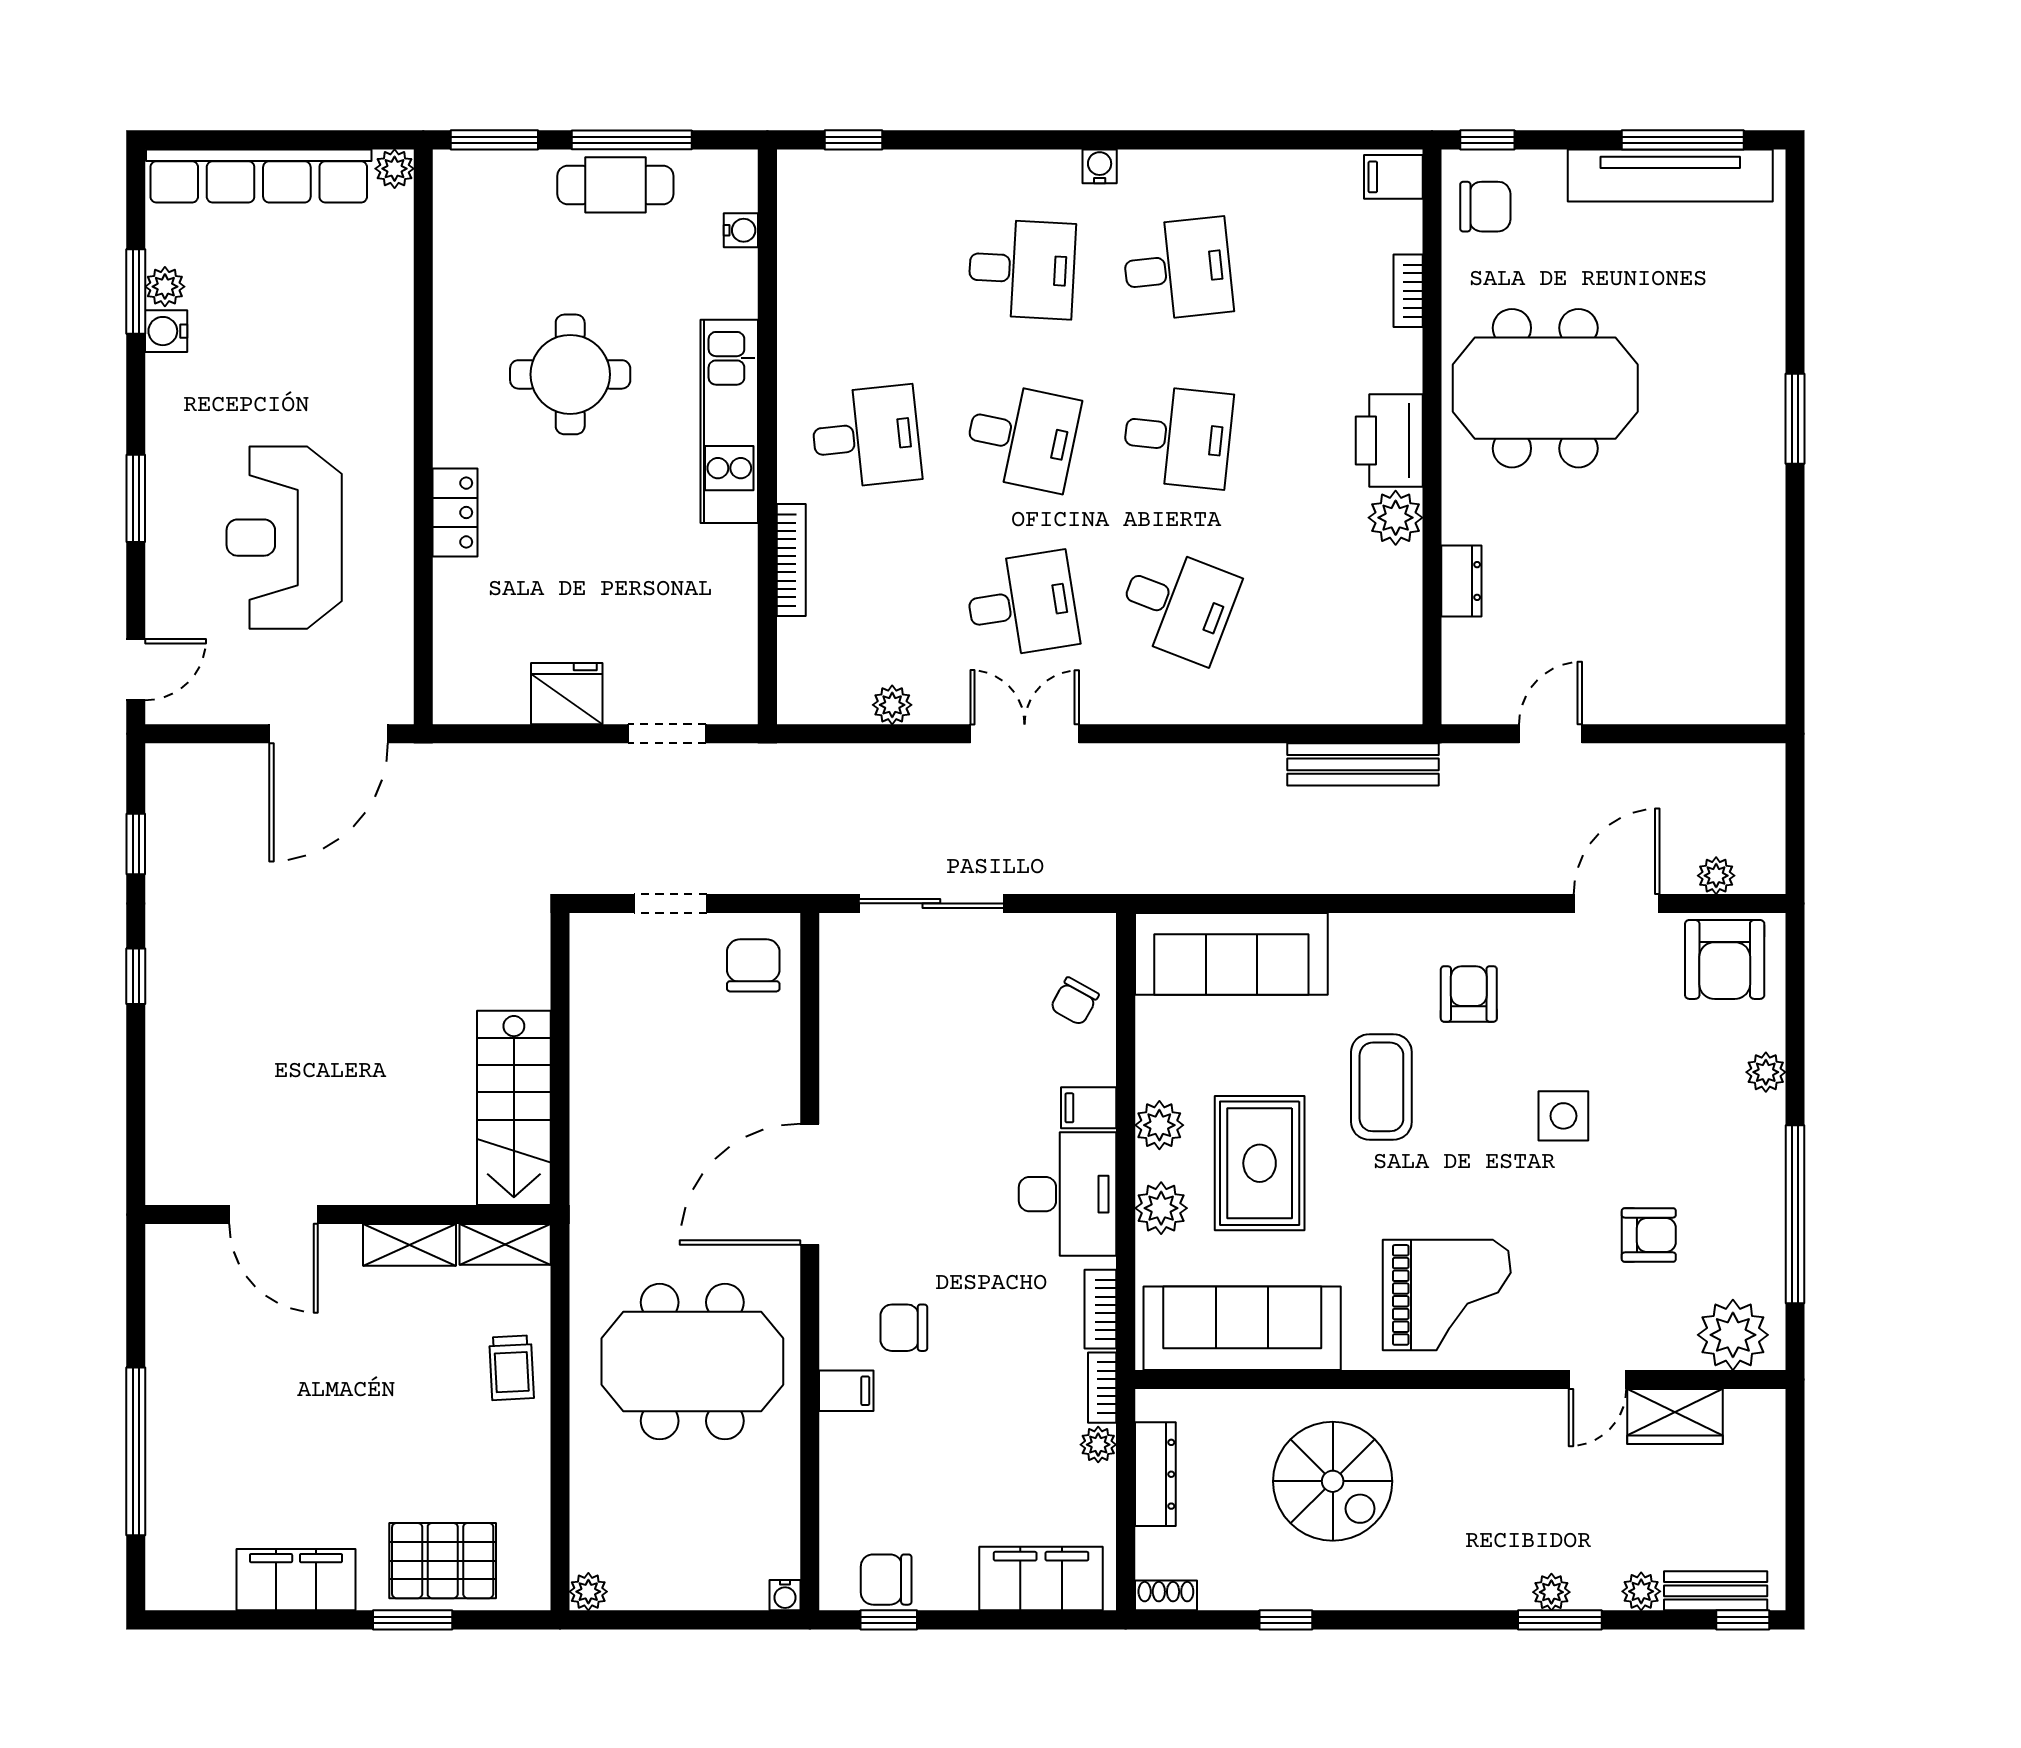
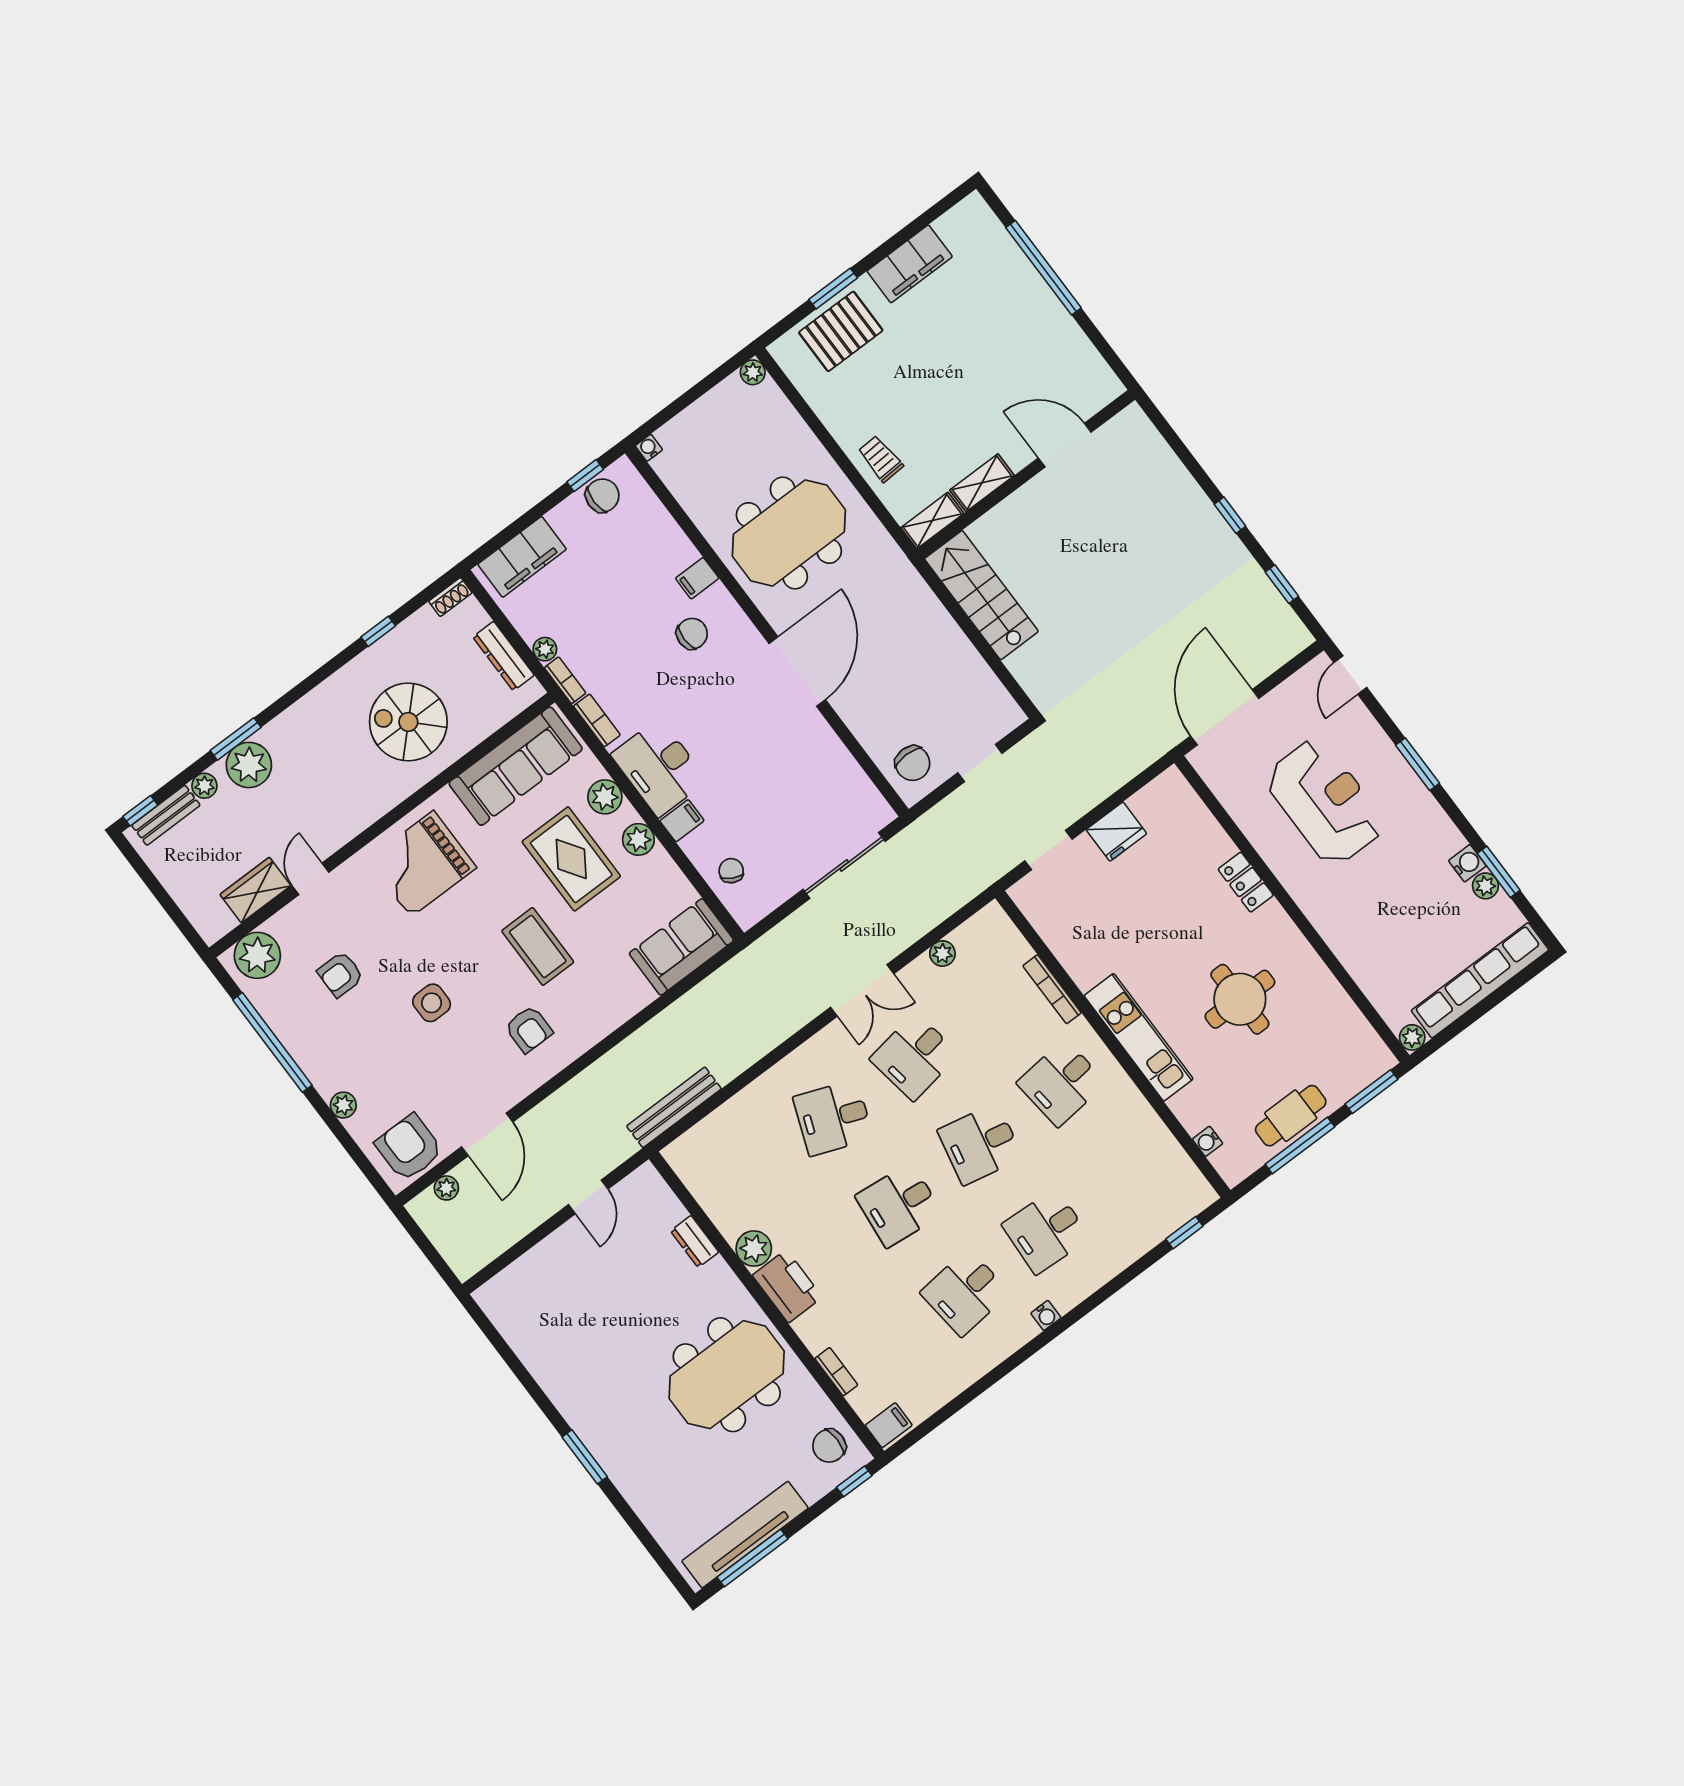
sofa: (1231, 954) -> (681, 947), width x0.73
plant: (1551, 1592) -> (249, 765), width x1.88, depth x1.88

